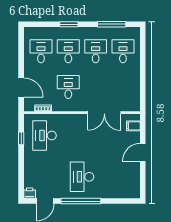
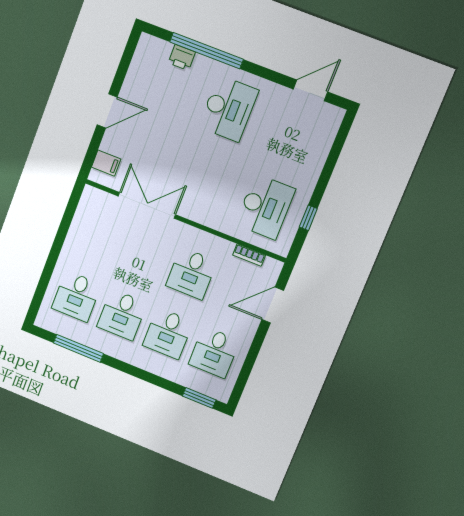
window: (69, 24) -> (199, 398), moved
door: (21, 88) -> (273, 305), hinge flipped
printer: (30, 193) -> (182, 57), moved
window: (81, 201) -> (207, 51), moved

